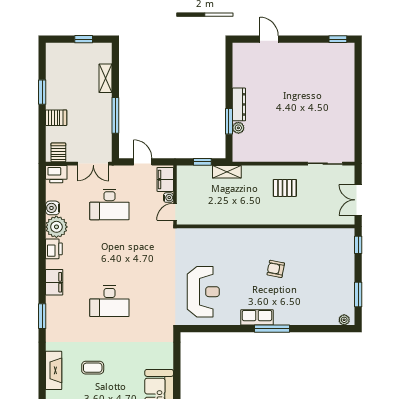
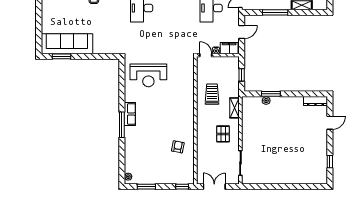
window: (338, 39) -> (330, 162), moved
dresser: (239, 104) -> (316, 101), moved
shelving: (227, 172) -> (235, 108), moved
trolley: (229, 203) -> (212, 94), added
armchair: (276, 269) -> (178, 147), moved

